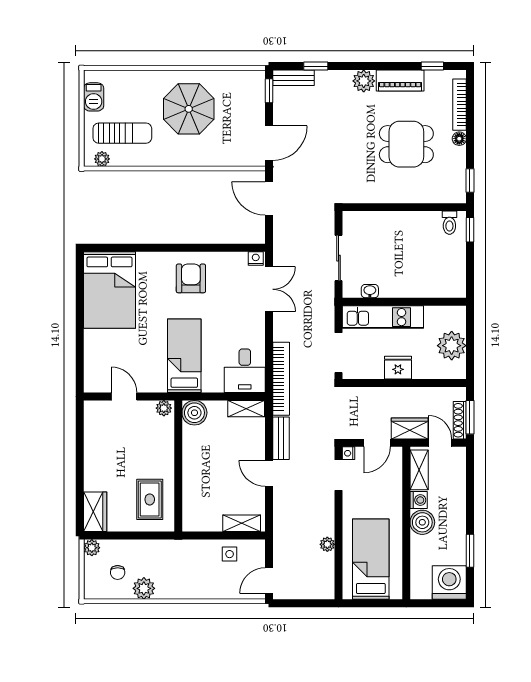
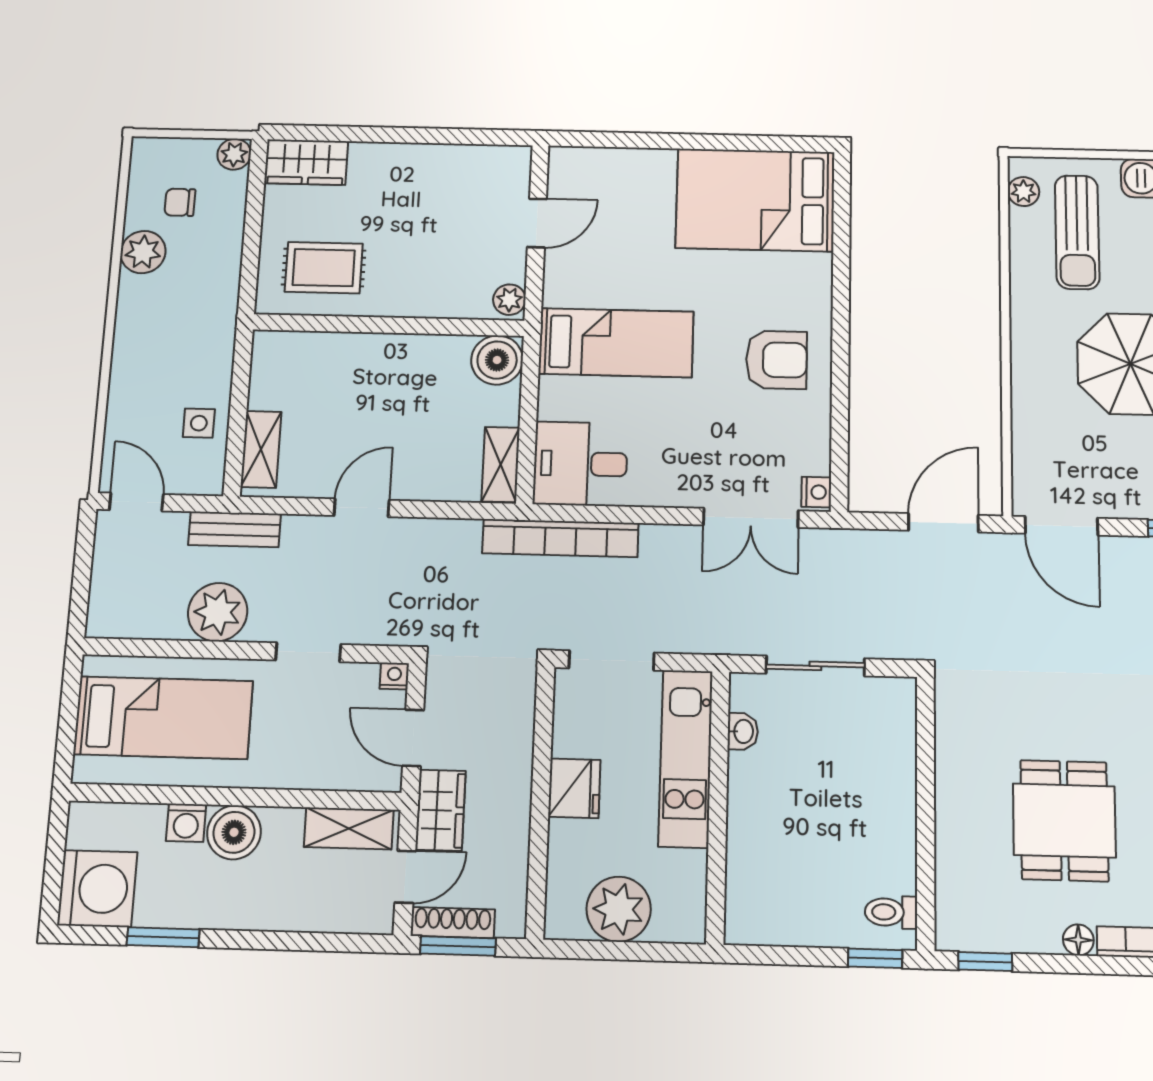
bench: (281, 438) -> (235, 529), moved
doorway: (339, 475) -> (308, 652), moved
washing machine: (419, 500) -> (186, 823), moved
plant: (327, 544) -> (218, 612), width x1.88, depth x1.88

